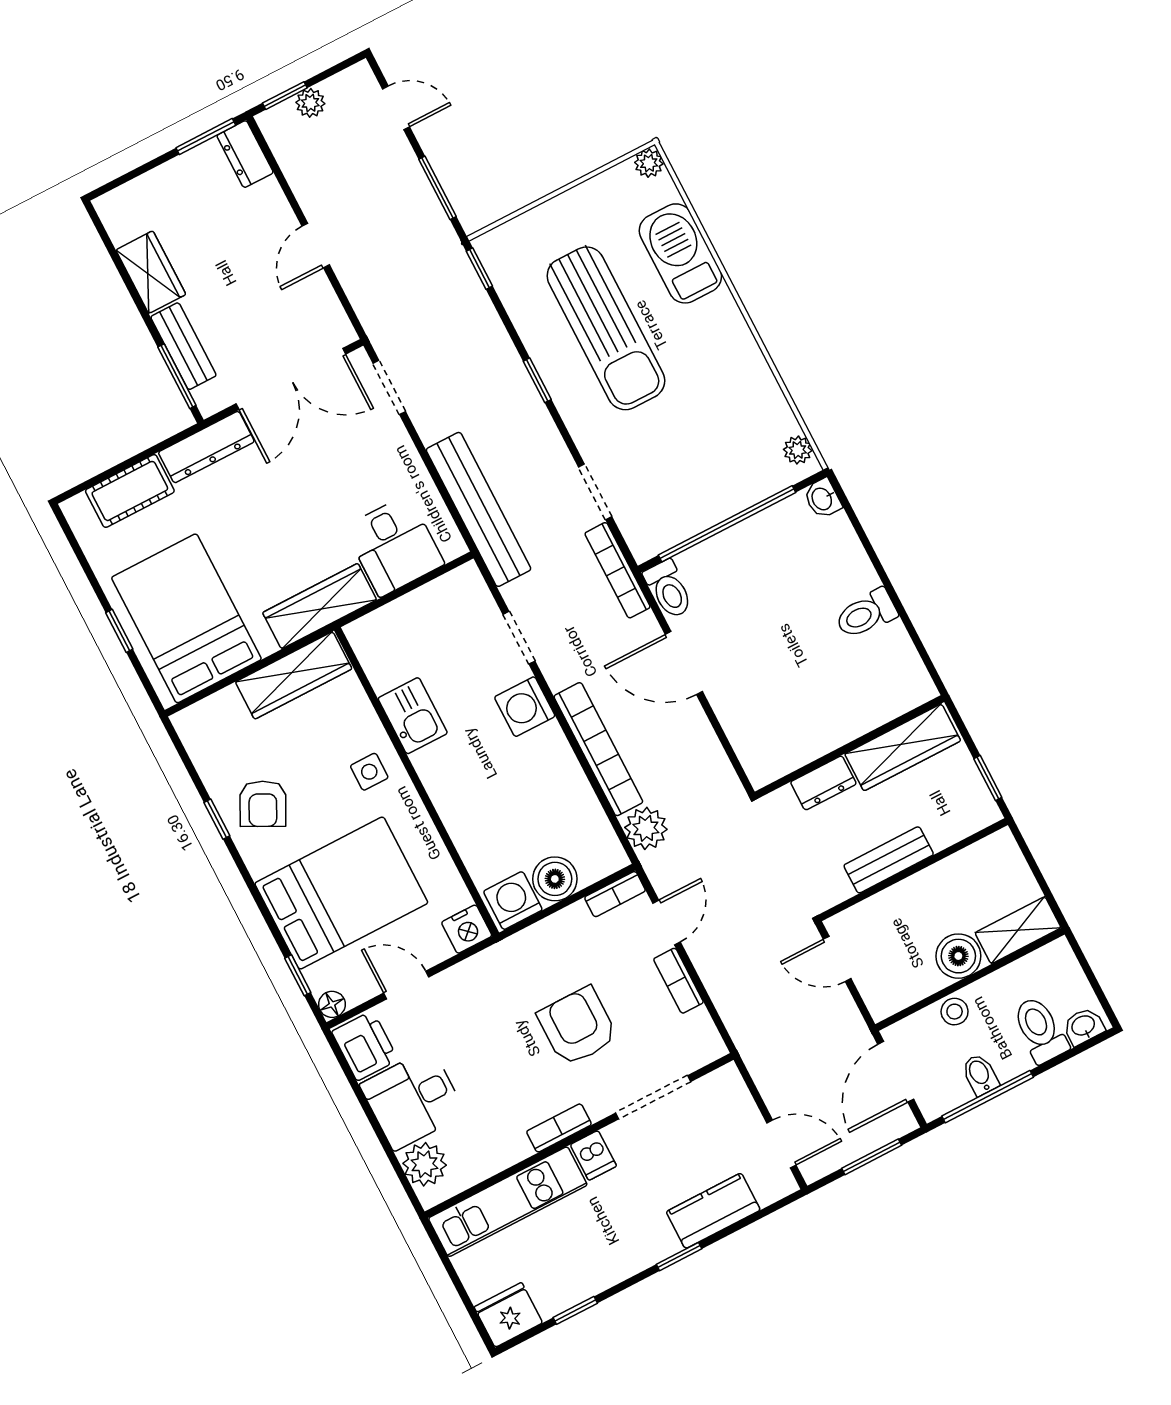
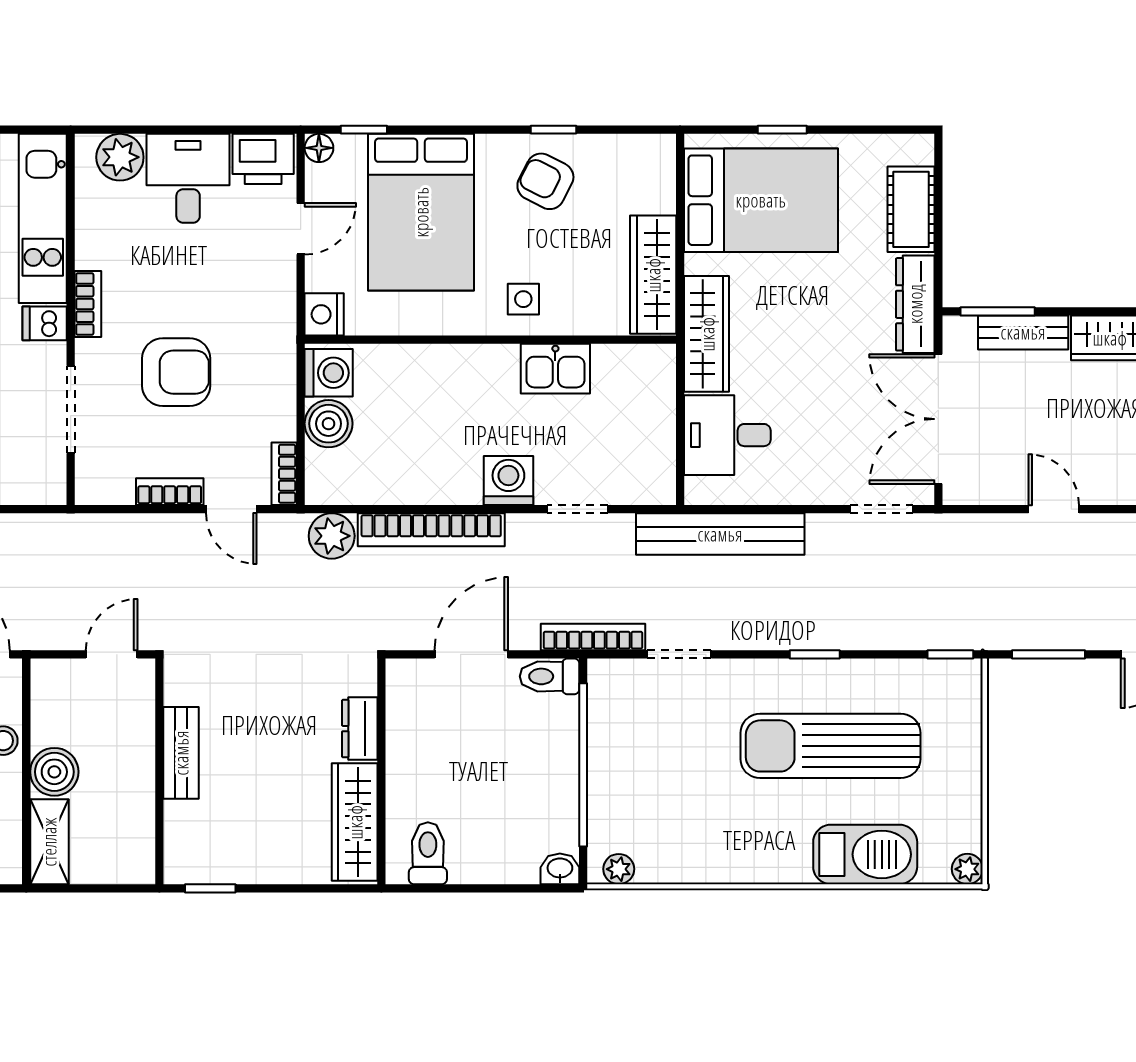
wall: (849, 747) -> (381, 771), moved
wardrobe: (903, 747) -> (355, 822), moved
dresser: (823, 783) -> (360, 729), moved

